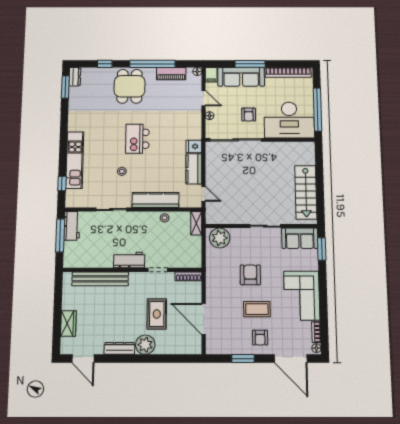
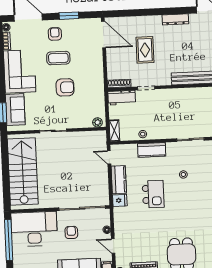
kitchen island: (137, 139) -> (153, 194), moved
stairs: (306, 192) -> (23, 172), width x1.36, depth x1.51
kitchen counter: (156, 200) -> (152, 150), width x0.67
plant: (220, 238) -> (97, 122), width x0.53, depth x0.53
sofa: (300, 238) -> (15, 110), moved, turned 90
workbench: (129, 260) -> (122, 98), moved
armchair: (250, 275) -> (65, 87), turned -90
door: (204, 319) -> (104, 35), moved
plant: (145, 345) -> (153, 24), removed

